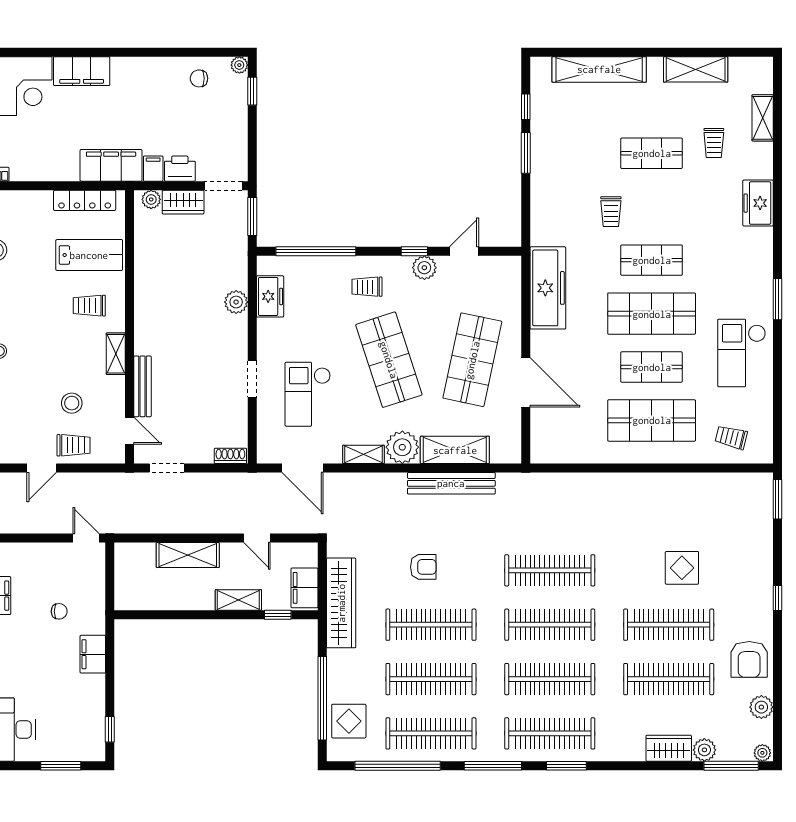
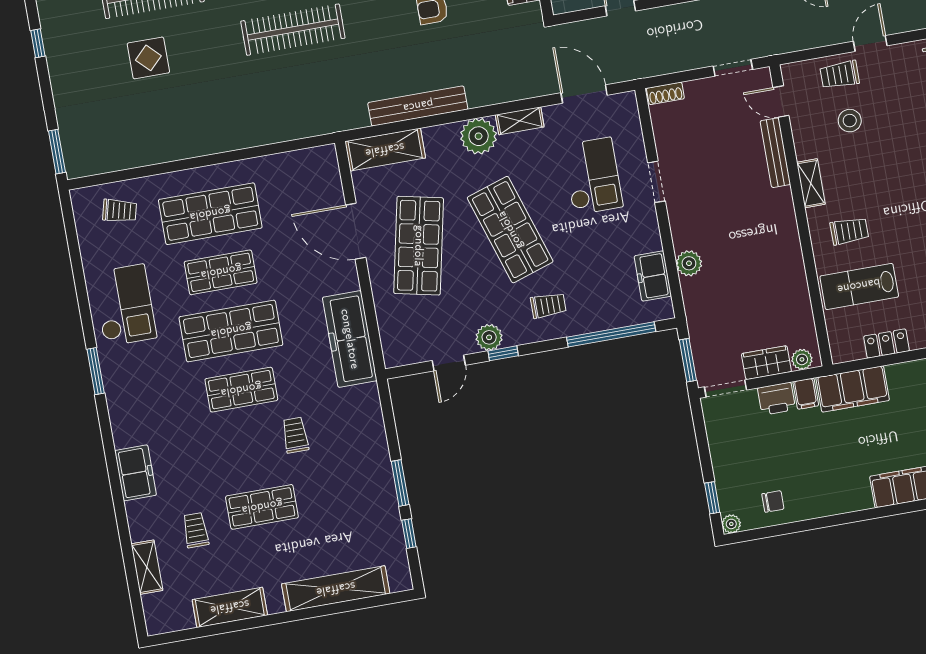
locker: (85, 200) -> (887, 344), width x0.66
shelving: (455, 450) -> (385, 150), moved

